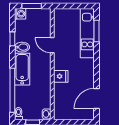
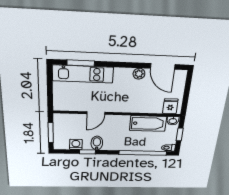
washing machine: (20, 14) -> (76, 144), moved
bathtub: (22, 69) -> (148, 123), moved, turned 180
fridge: (61, 76) -> (170, 106), moved
plant: (89, 79) -> (139, 74), added

